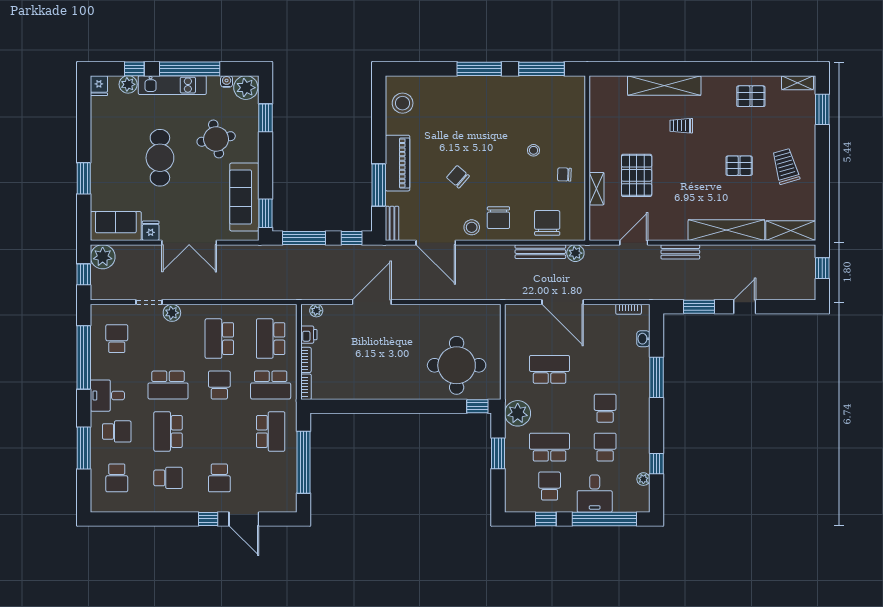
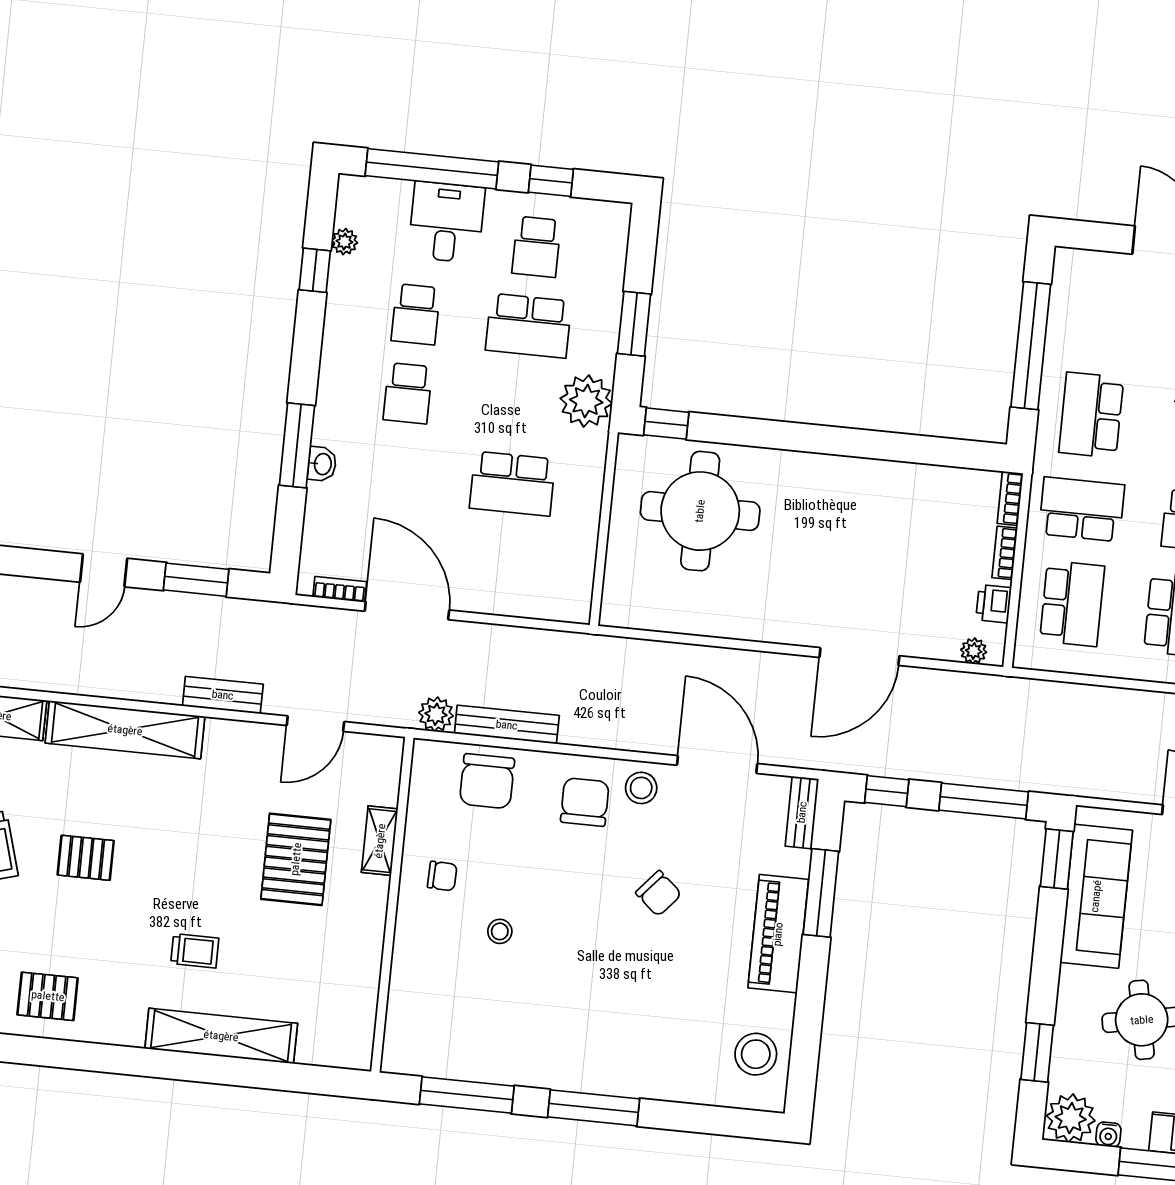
door: (563, 302) -> (407, 611), moved
washbasin: (643, 339) -> (322, 464), moved

